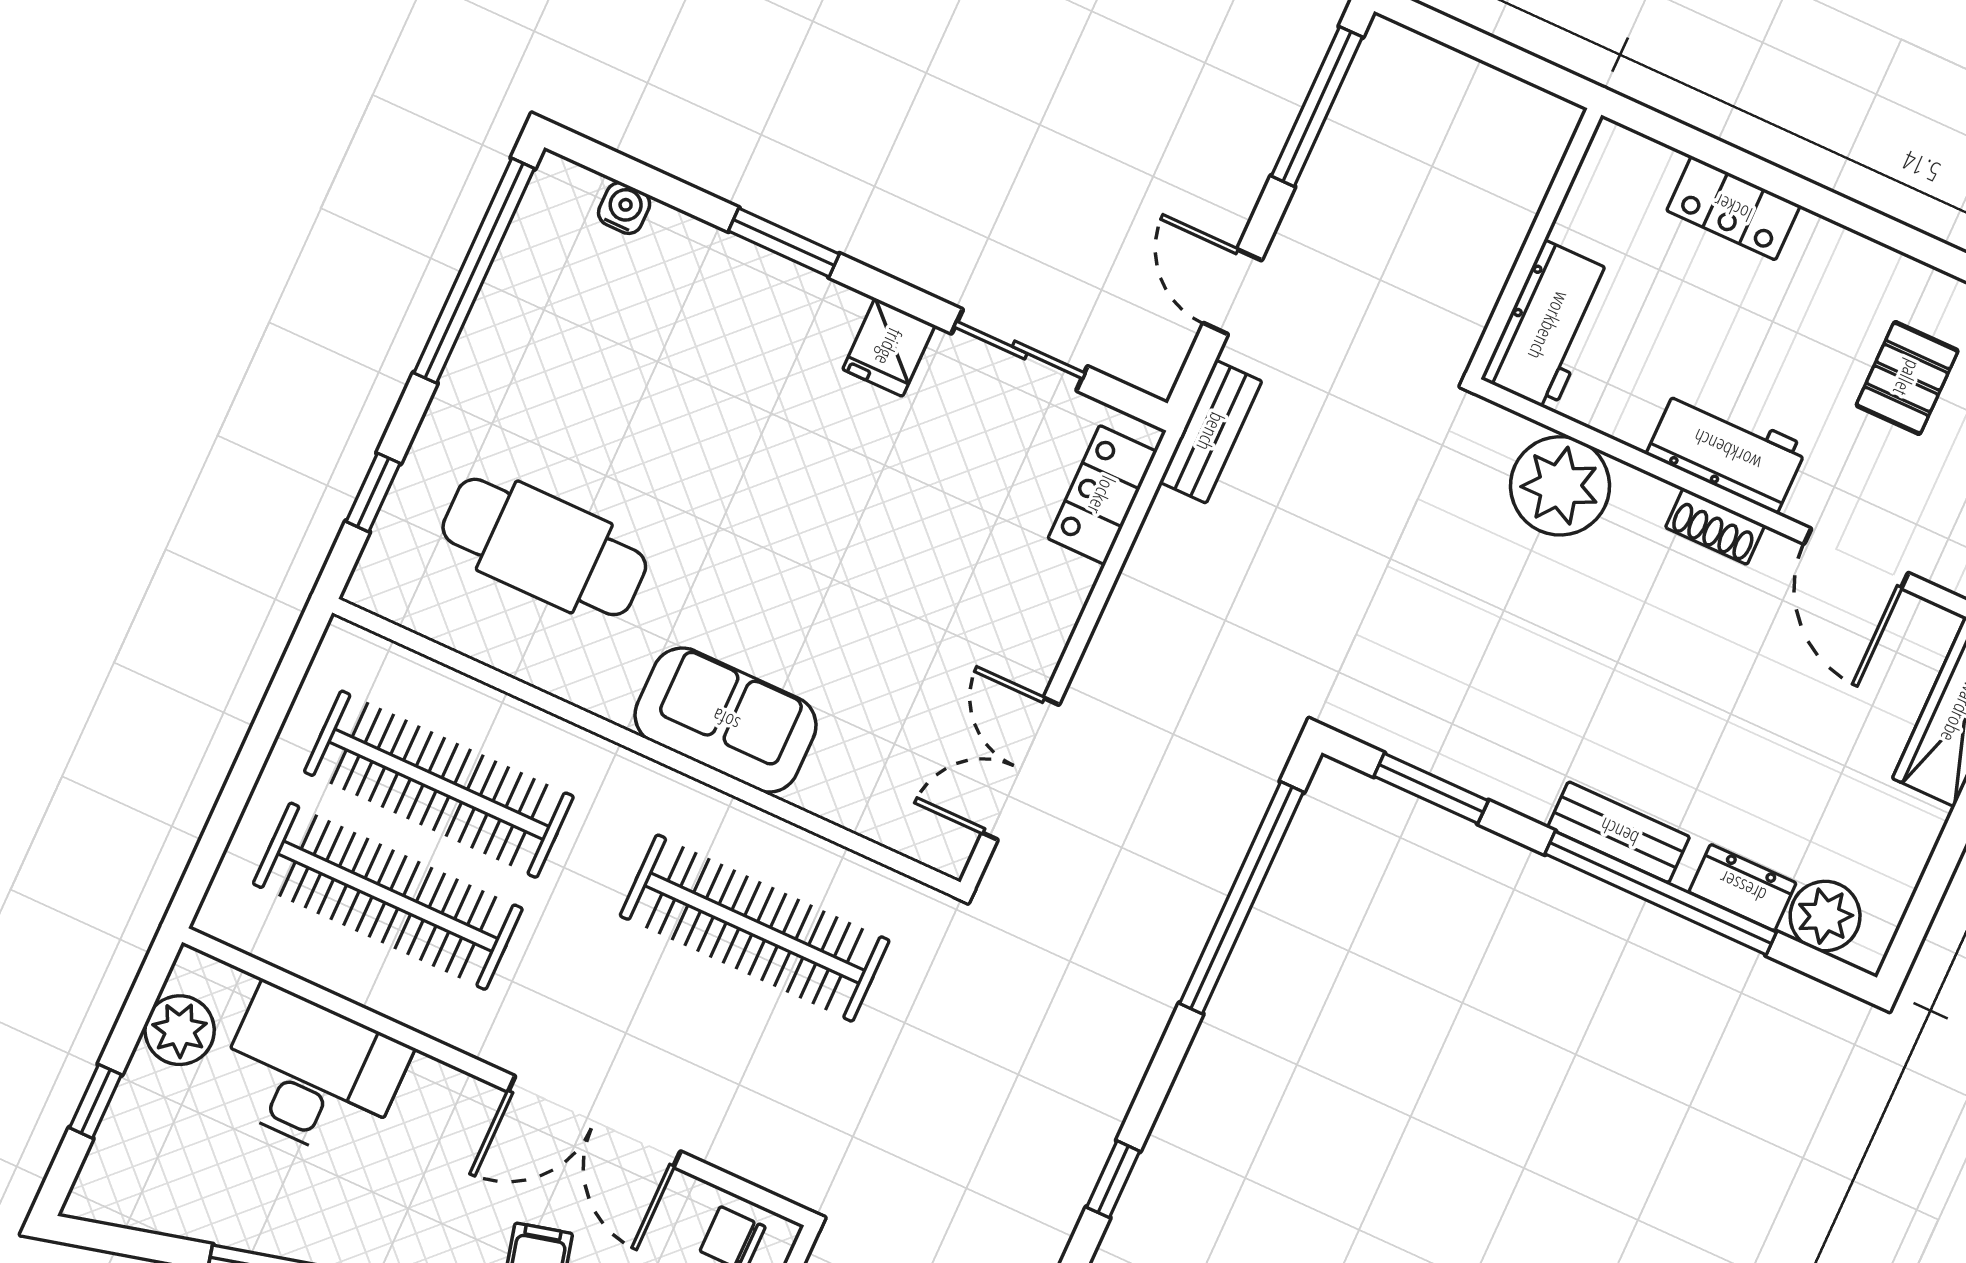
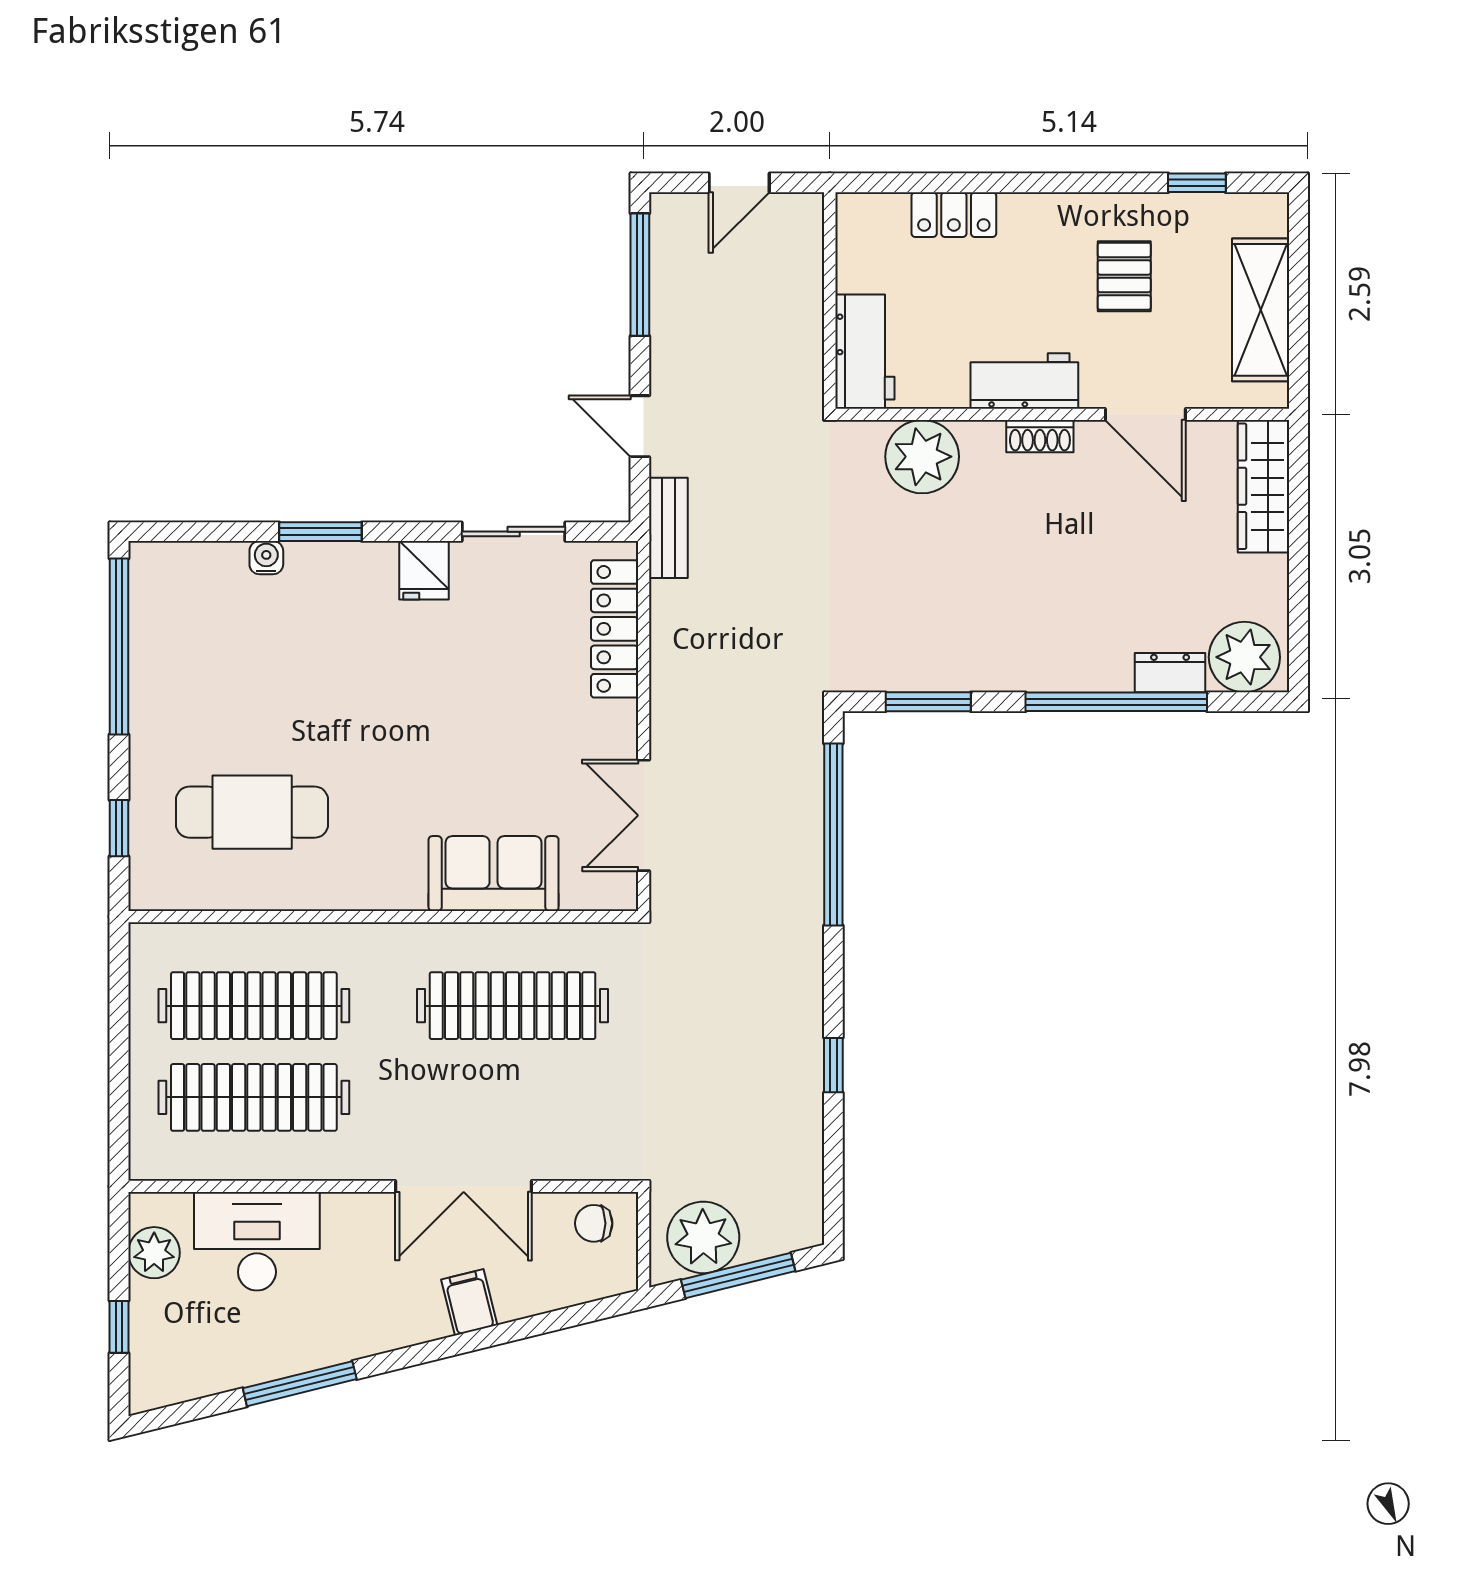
door: (1489, 50) -> (739, 183), added
water cooler: (624, 208) -> (266, 558), moved
locker: (1102, 495) -> (615, 629), width x1.53
sofa: (726, 720) -> (494, 874), moved
bench: (1619, 832) -> (1069, 673), removed
plant: (1825, 916) -> (1244, 657), width x1.36, depth x1.36

